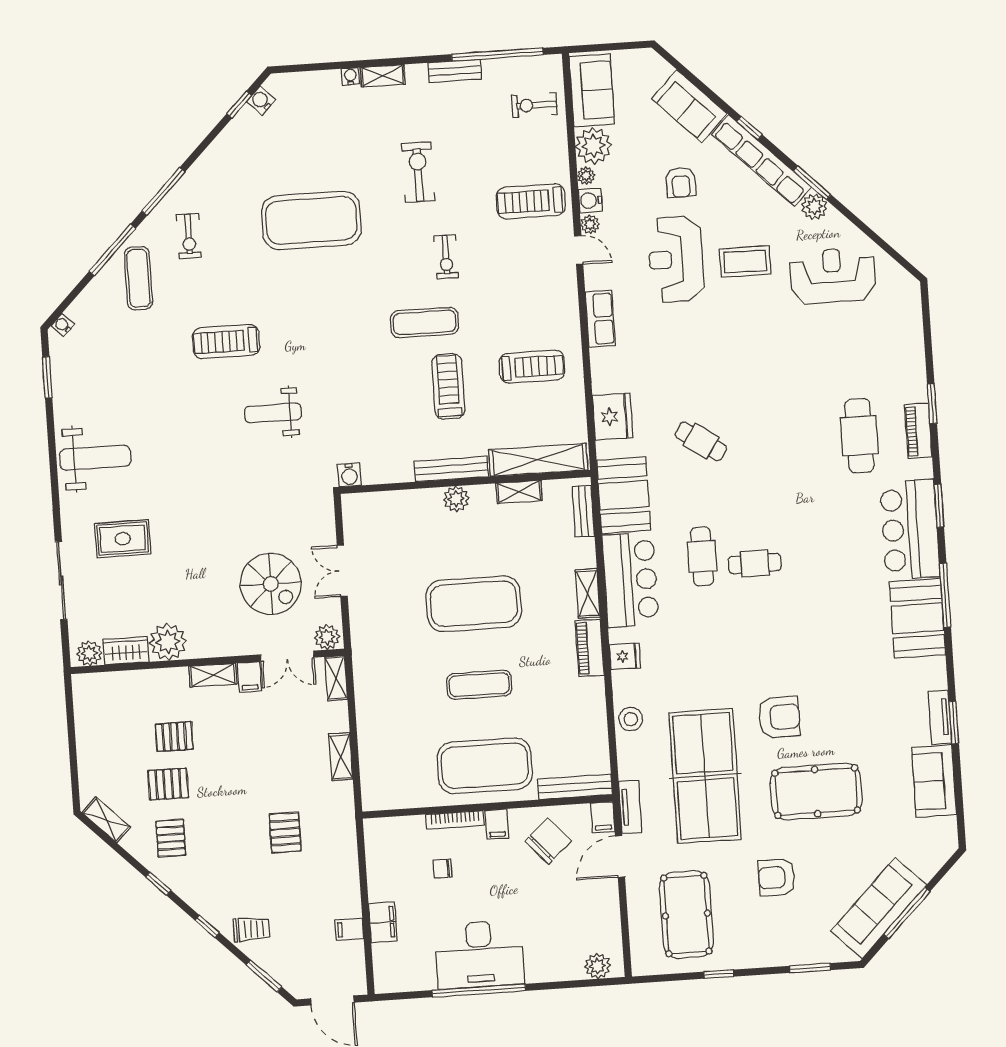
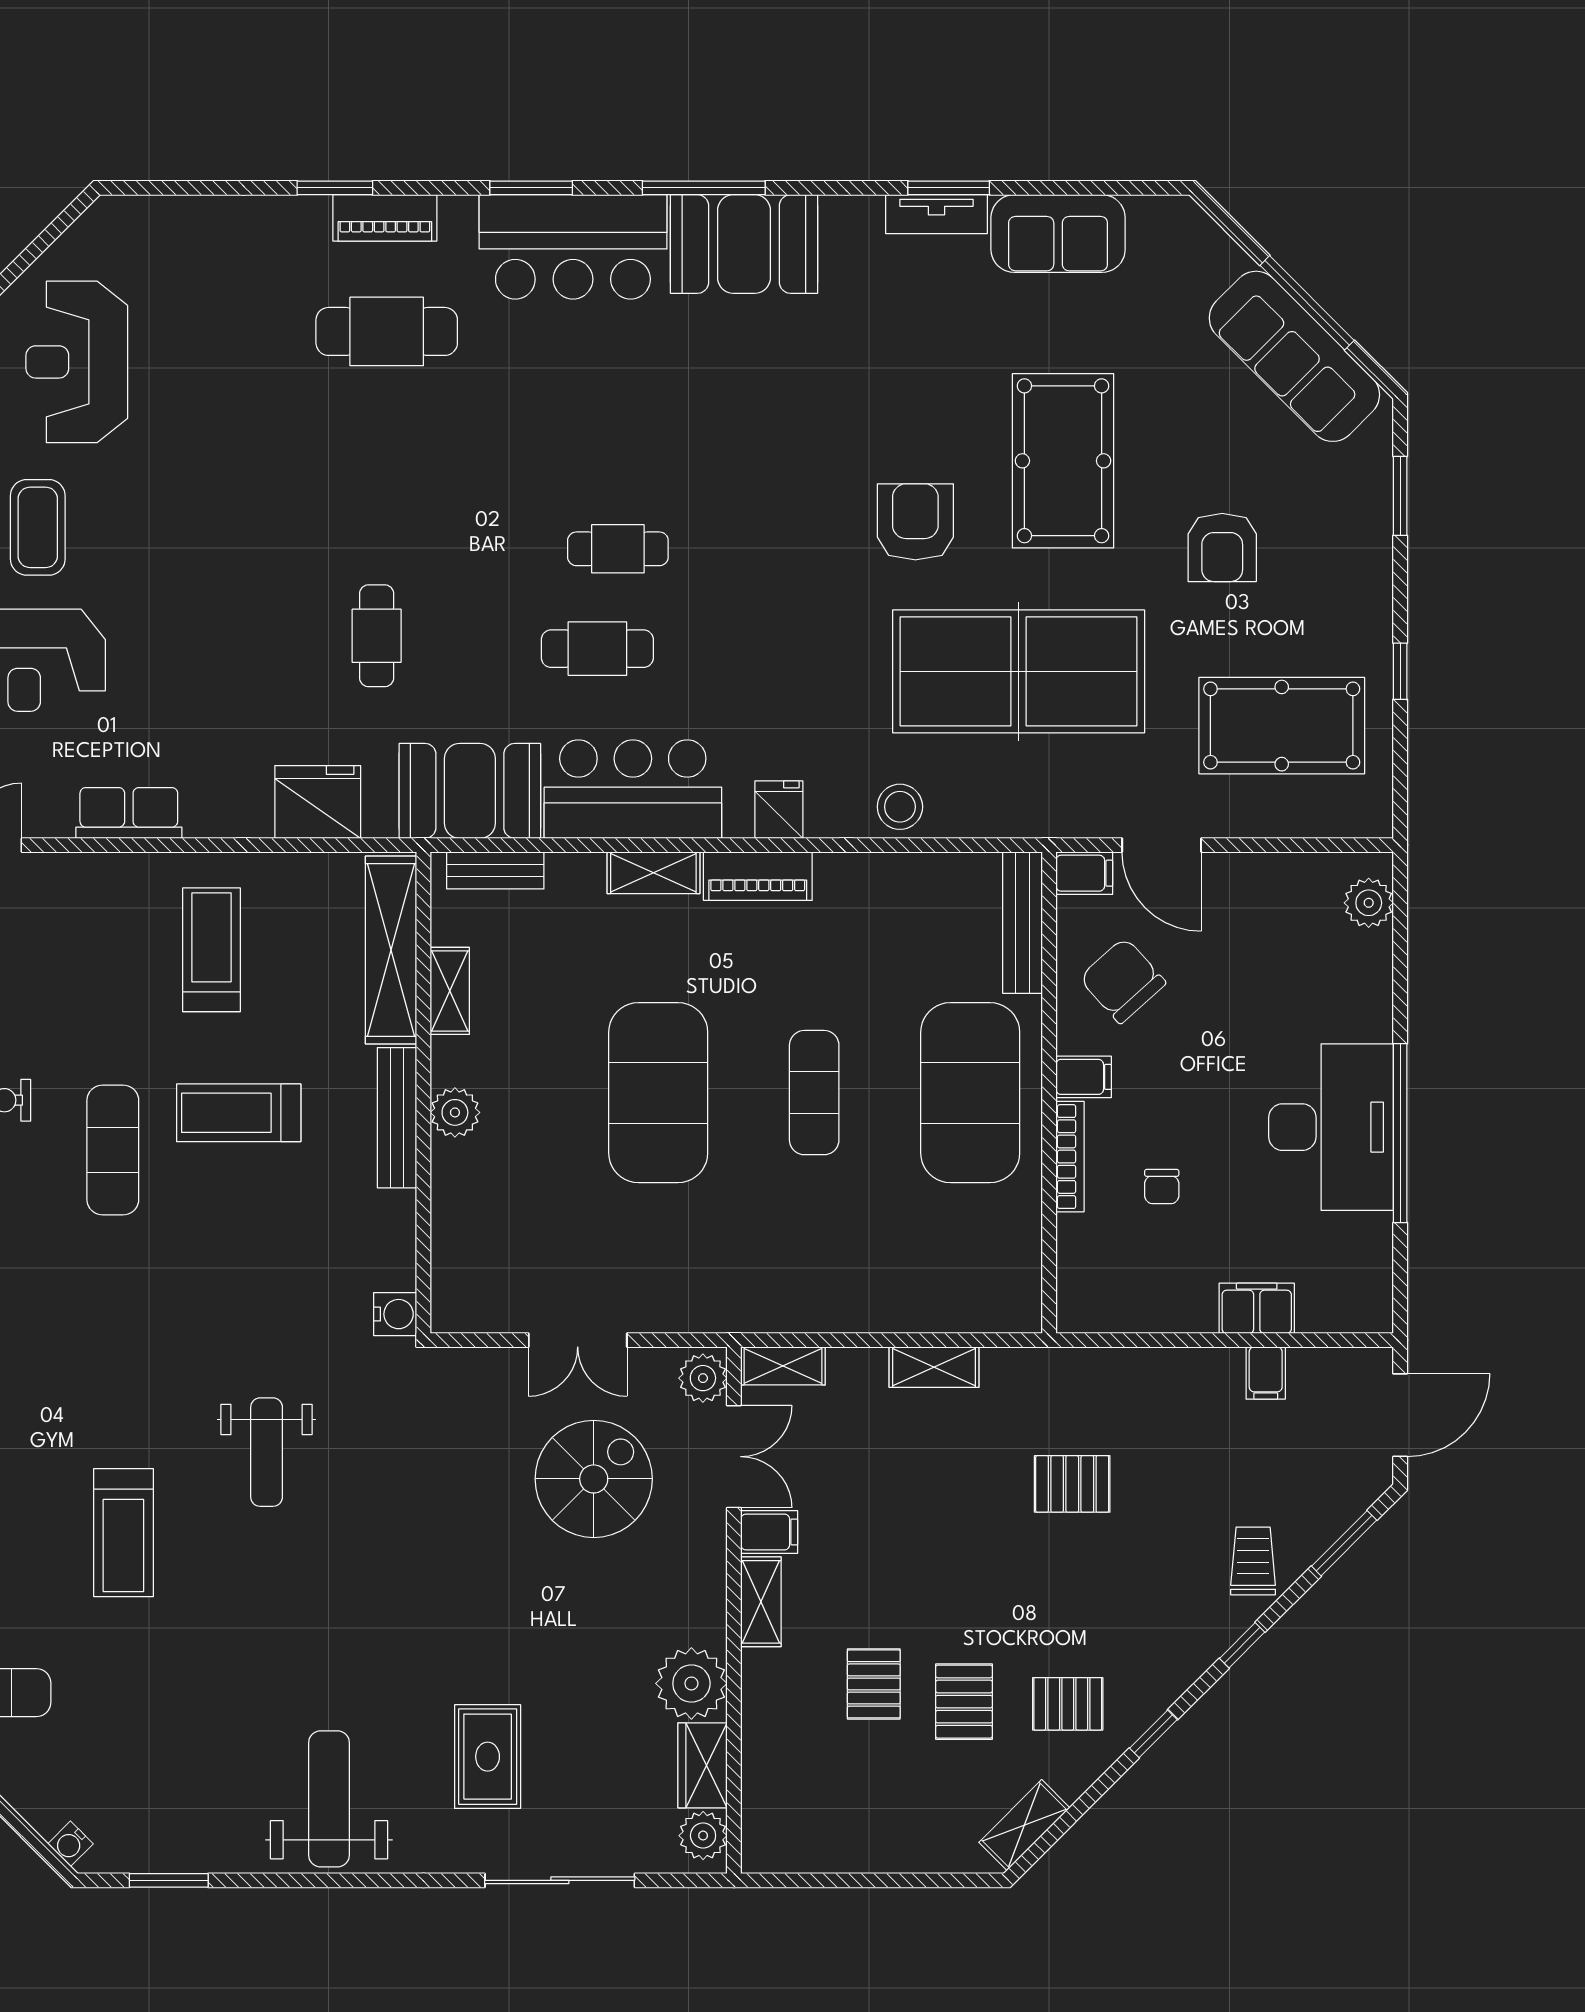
cafe table: (701, 441) -> (377, 636), turned -34
cafe table: (755, 564) -> (618, 549), turned 90
tv unit: (630, 807) -> (1068, 819), removed

